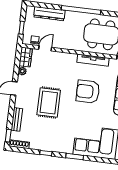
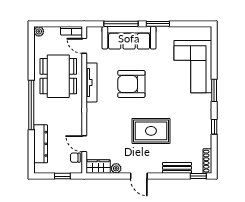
armchair: (88, 92) -> (131, 84), turned 90

